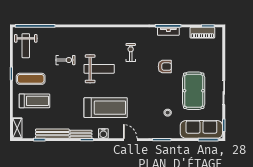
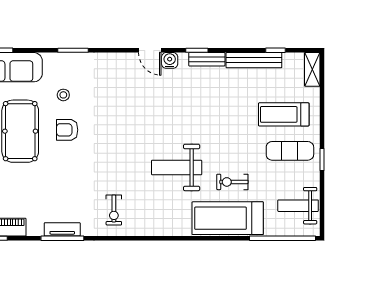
weight bench: (26, 46) -> (298, 206), turned -90
exercise bike: (131, 53) -> (114, 210), moved
armchair: (165, 67) -> (67, 130), moved
treadmill: (106, 108) -> (228, 218), moved
door: (130, 140) -> (150, 50), moved

